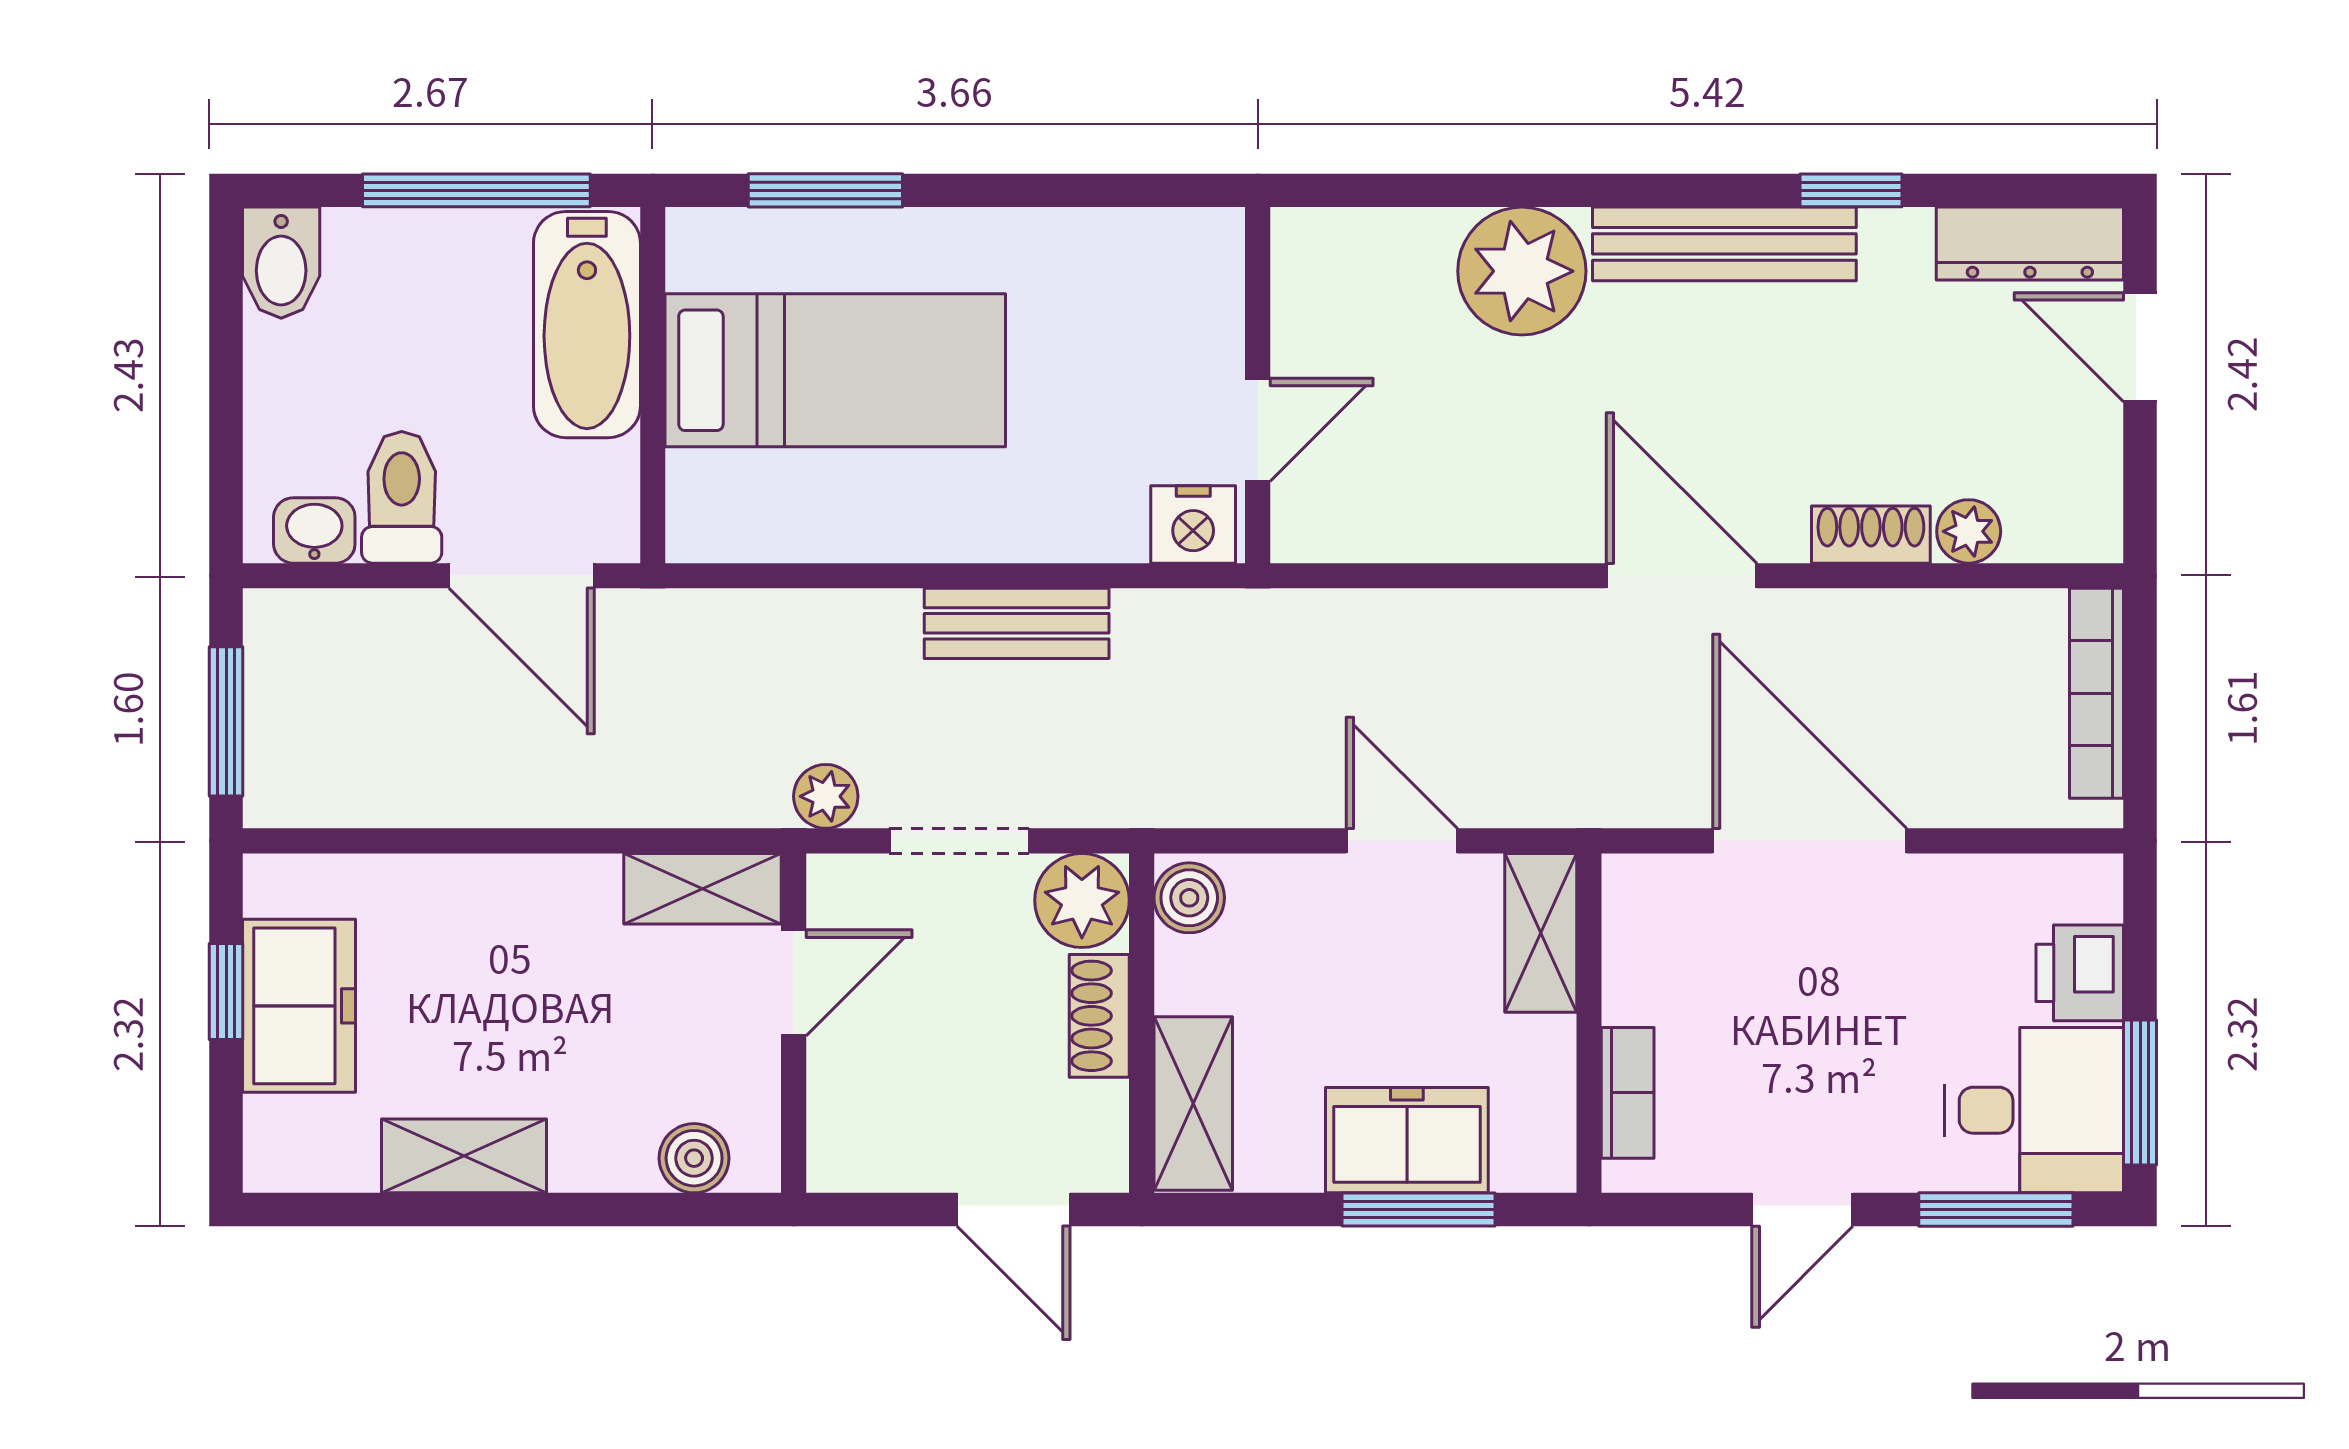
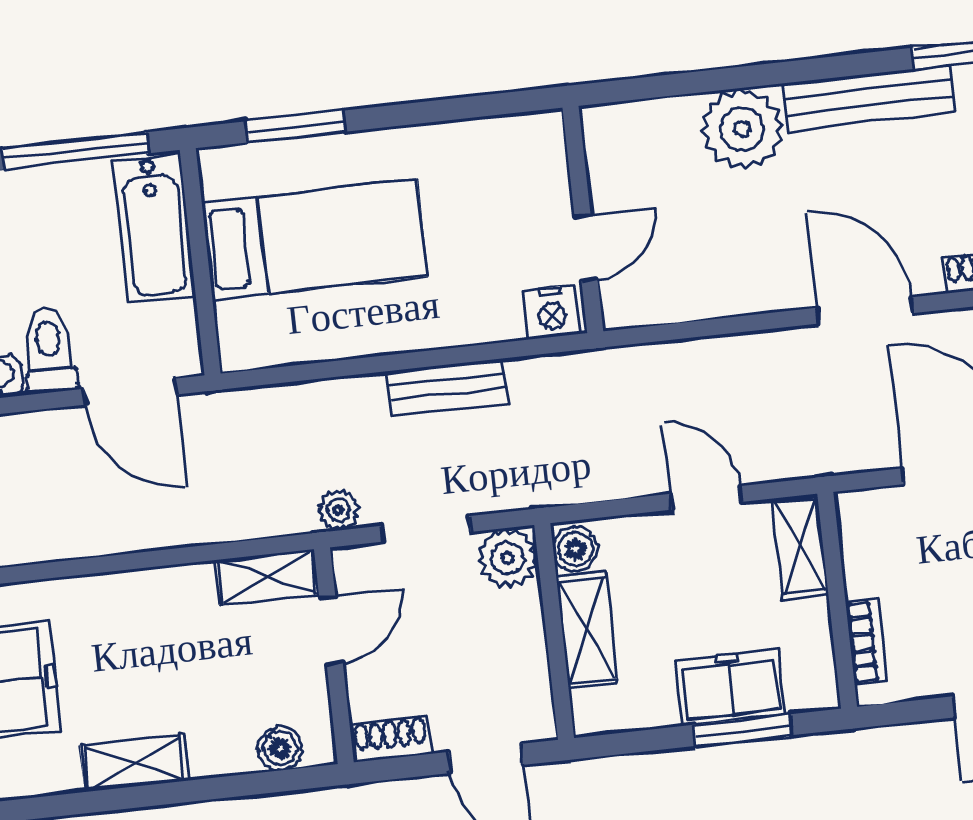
shoe rack: (1099, 1016) -> (390, 739), moved, turned 90
shelving: (1193, 1104) -> (587, 630), moved

